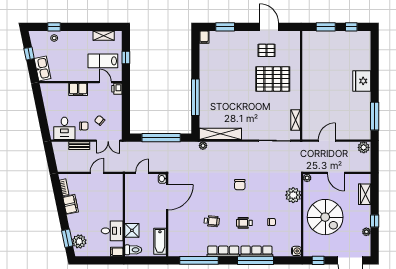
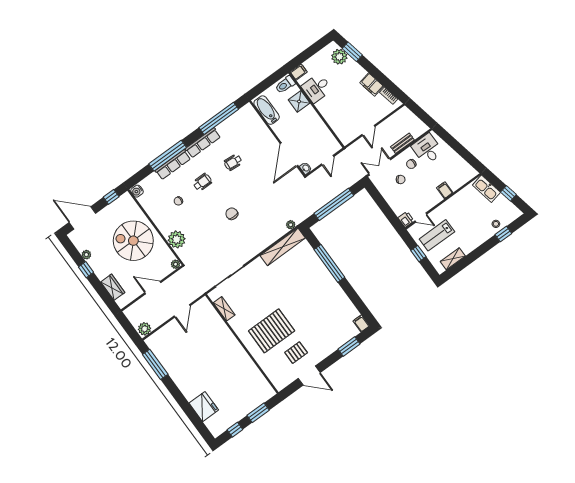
lab bench: (103, 61) -> (437, 235), turned 180
fridge: (362, 81) -> (204, 407), moved
filing cabinet: (78, 89) -> (445, 190), width x0.50

